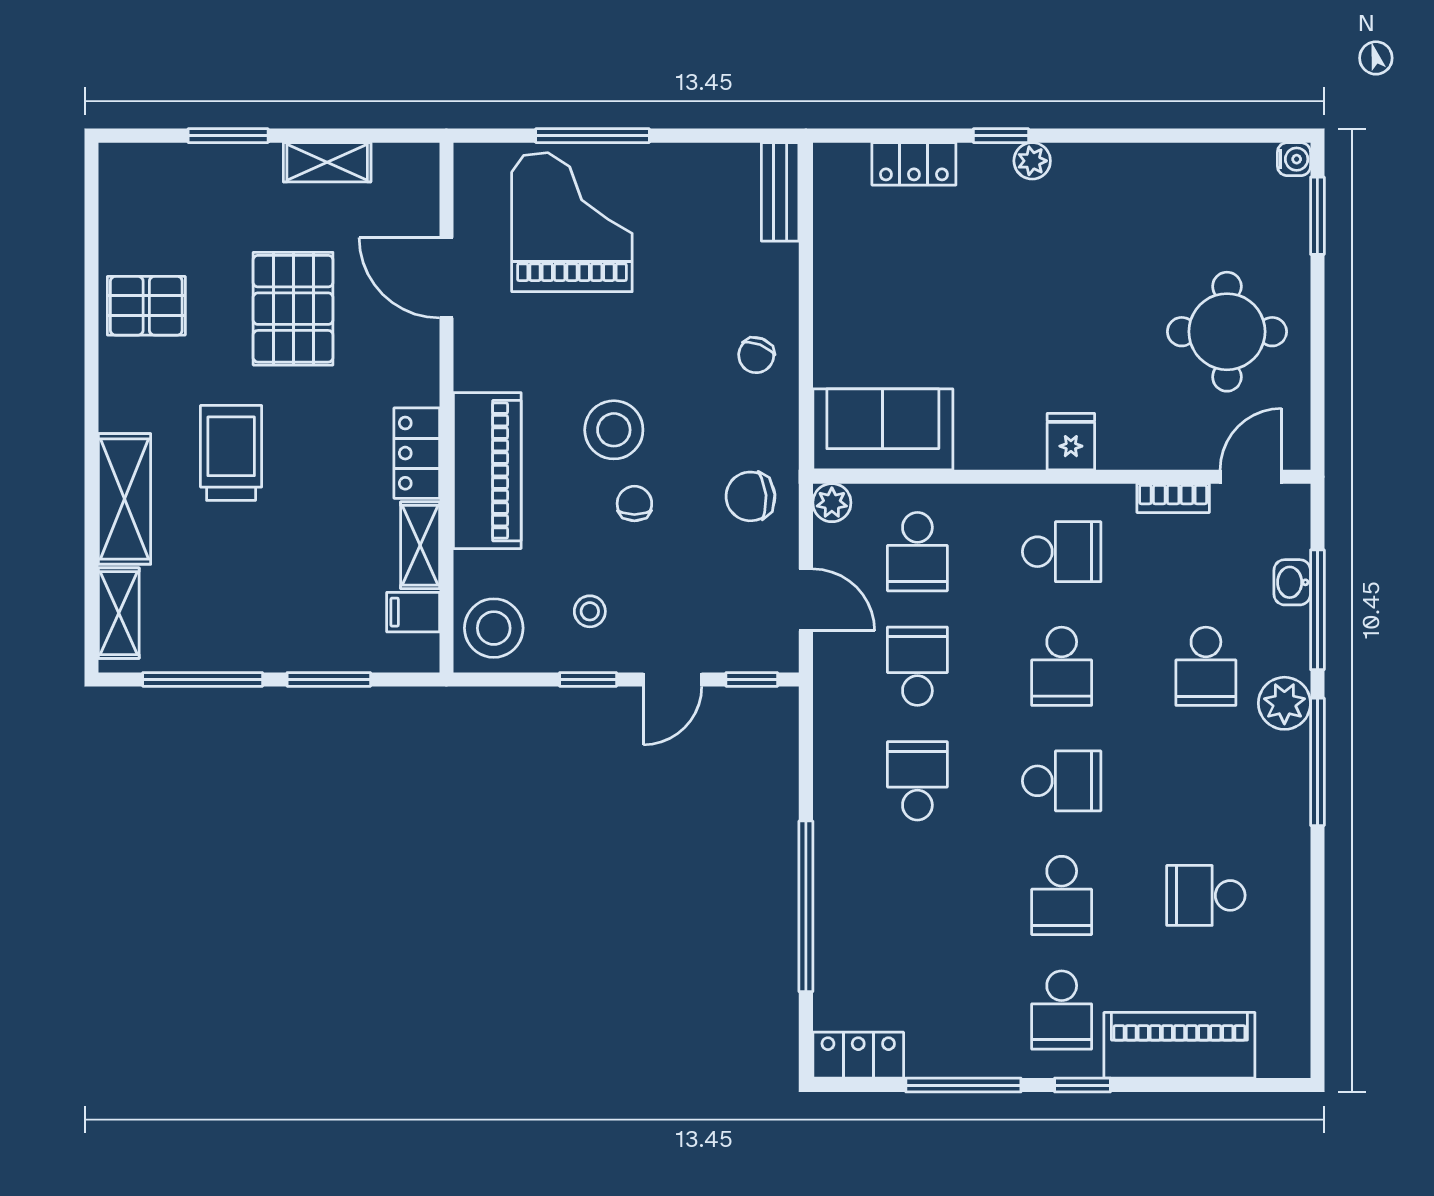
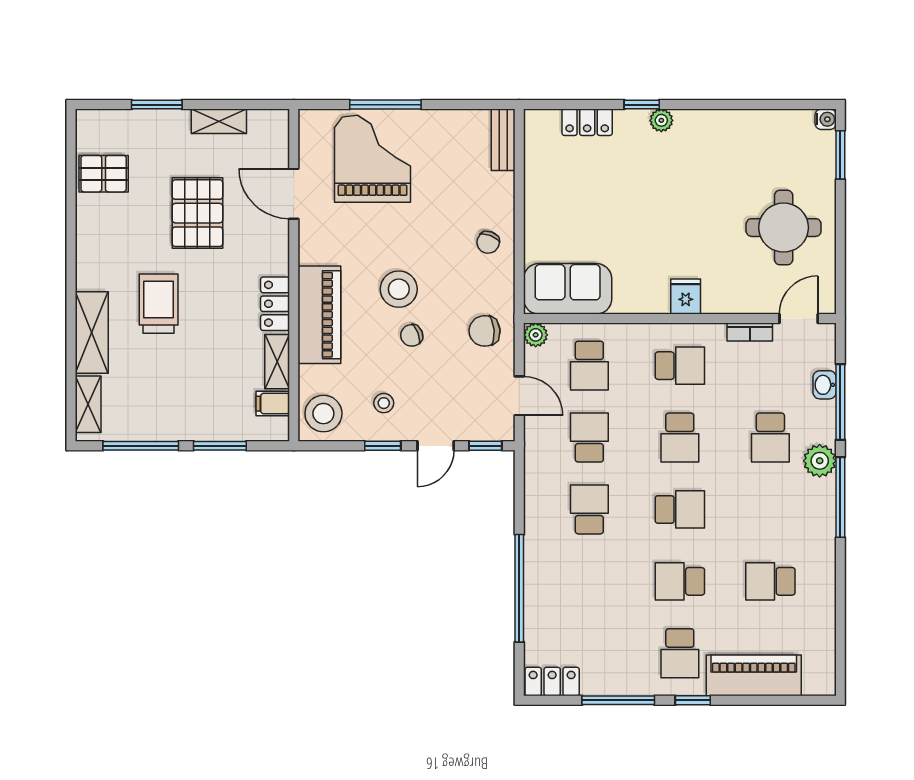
pallet: (146, 306) -> (104, 174), moved
chair: (634, 504) -> (412, 335), turned -111
school desk: (1062, 895) -> (680, 581), turned 90

